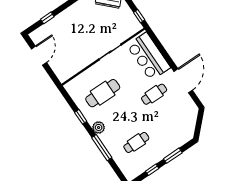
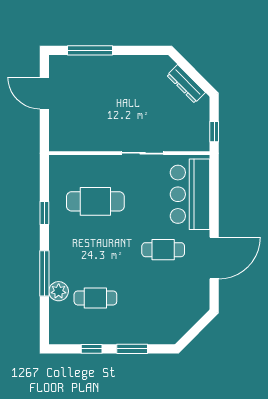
window: (47, 18) -> (90, 50), width x2.17
door: (39, 56) -> (44, 93), swing flipped
plant: (99, 127) -> (59, 291), moved

